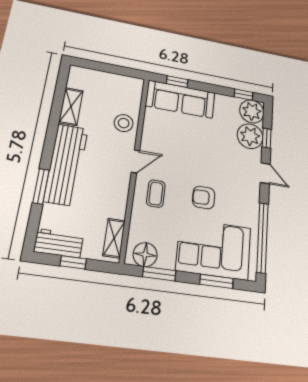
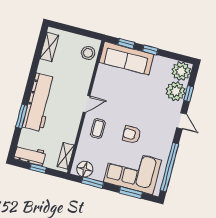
window: (244, 95) -> (150, 50), moved
shelving: (71, 107) -> (49, 47), moved
stool: (124, 123) -> (88, 53), moved

